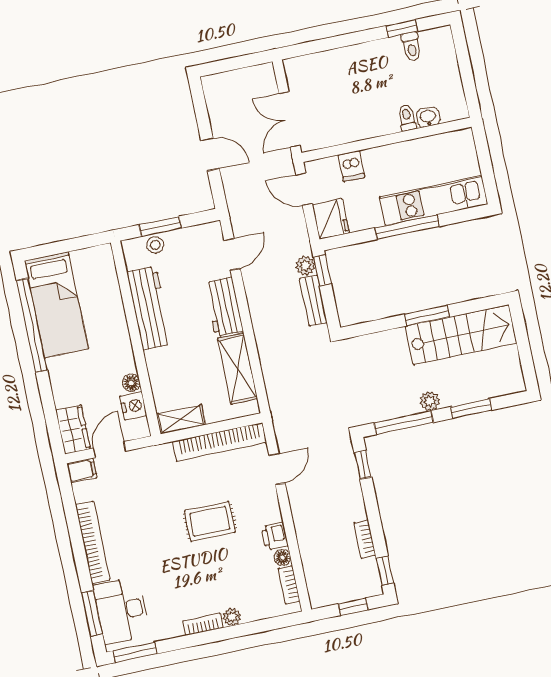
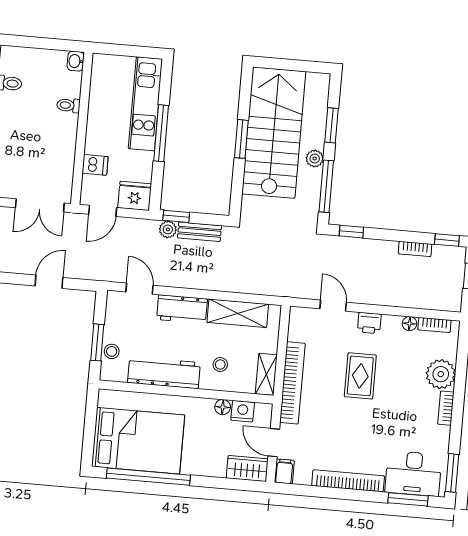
washbasin: (428, 117) -> (76, 61), moved
bed: (56, 305) -> (138, 441), width x1.50
stairs: (461, 335) -> (274, 133), width x1.36, depth x1.51
stool: (176, 366) -> (220, 365), added
bookcase: (220, 442) -> (292, 383), moved
printer: (275, 536) -> (369, 323), moved
plant: (232, 617) -> (441, 374), width x1.87, depth x1.87

